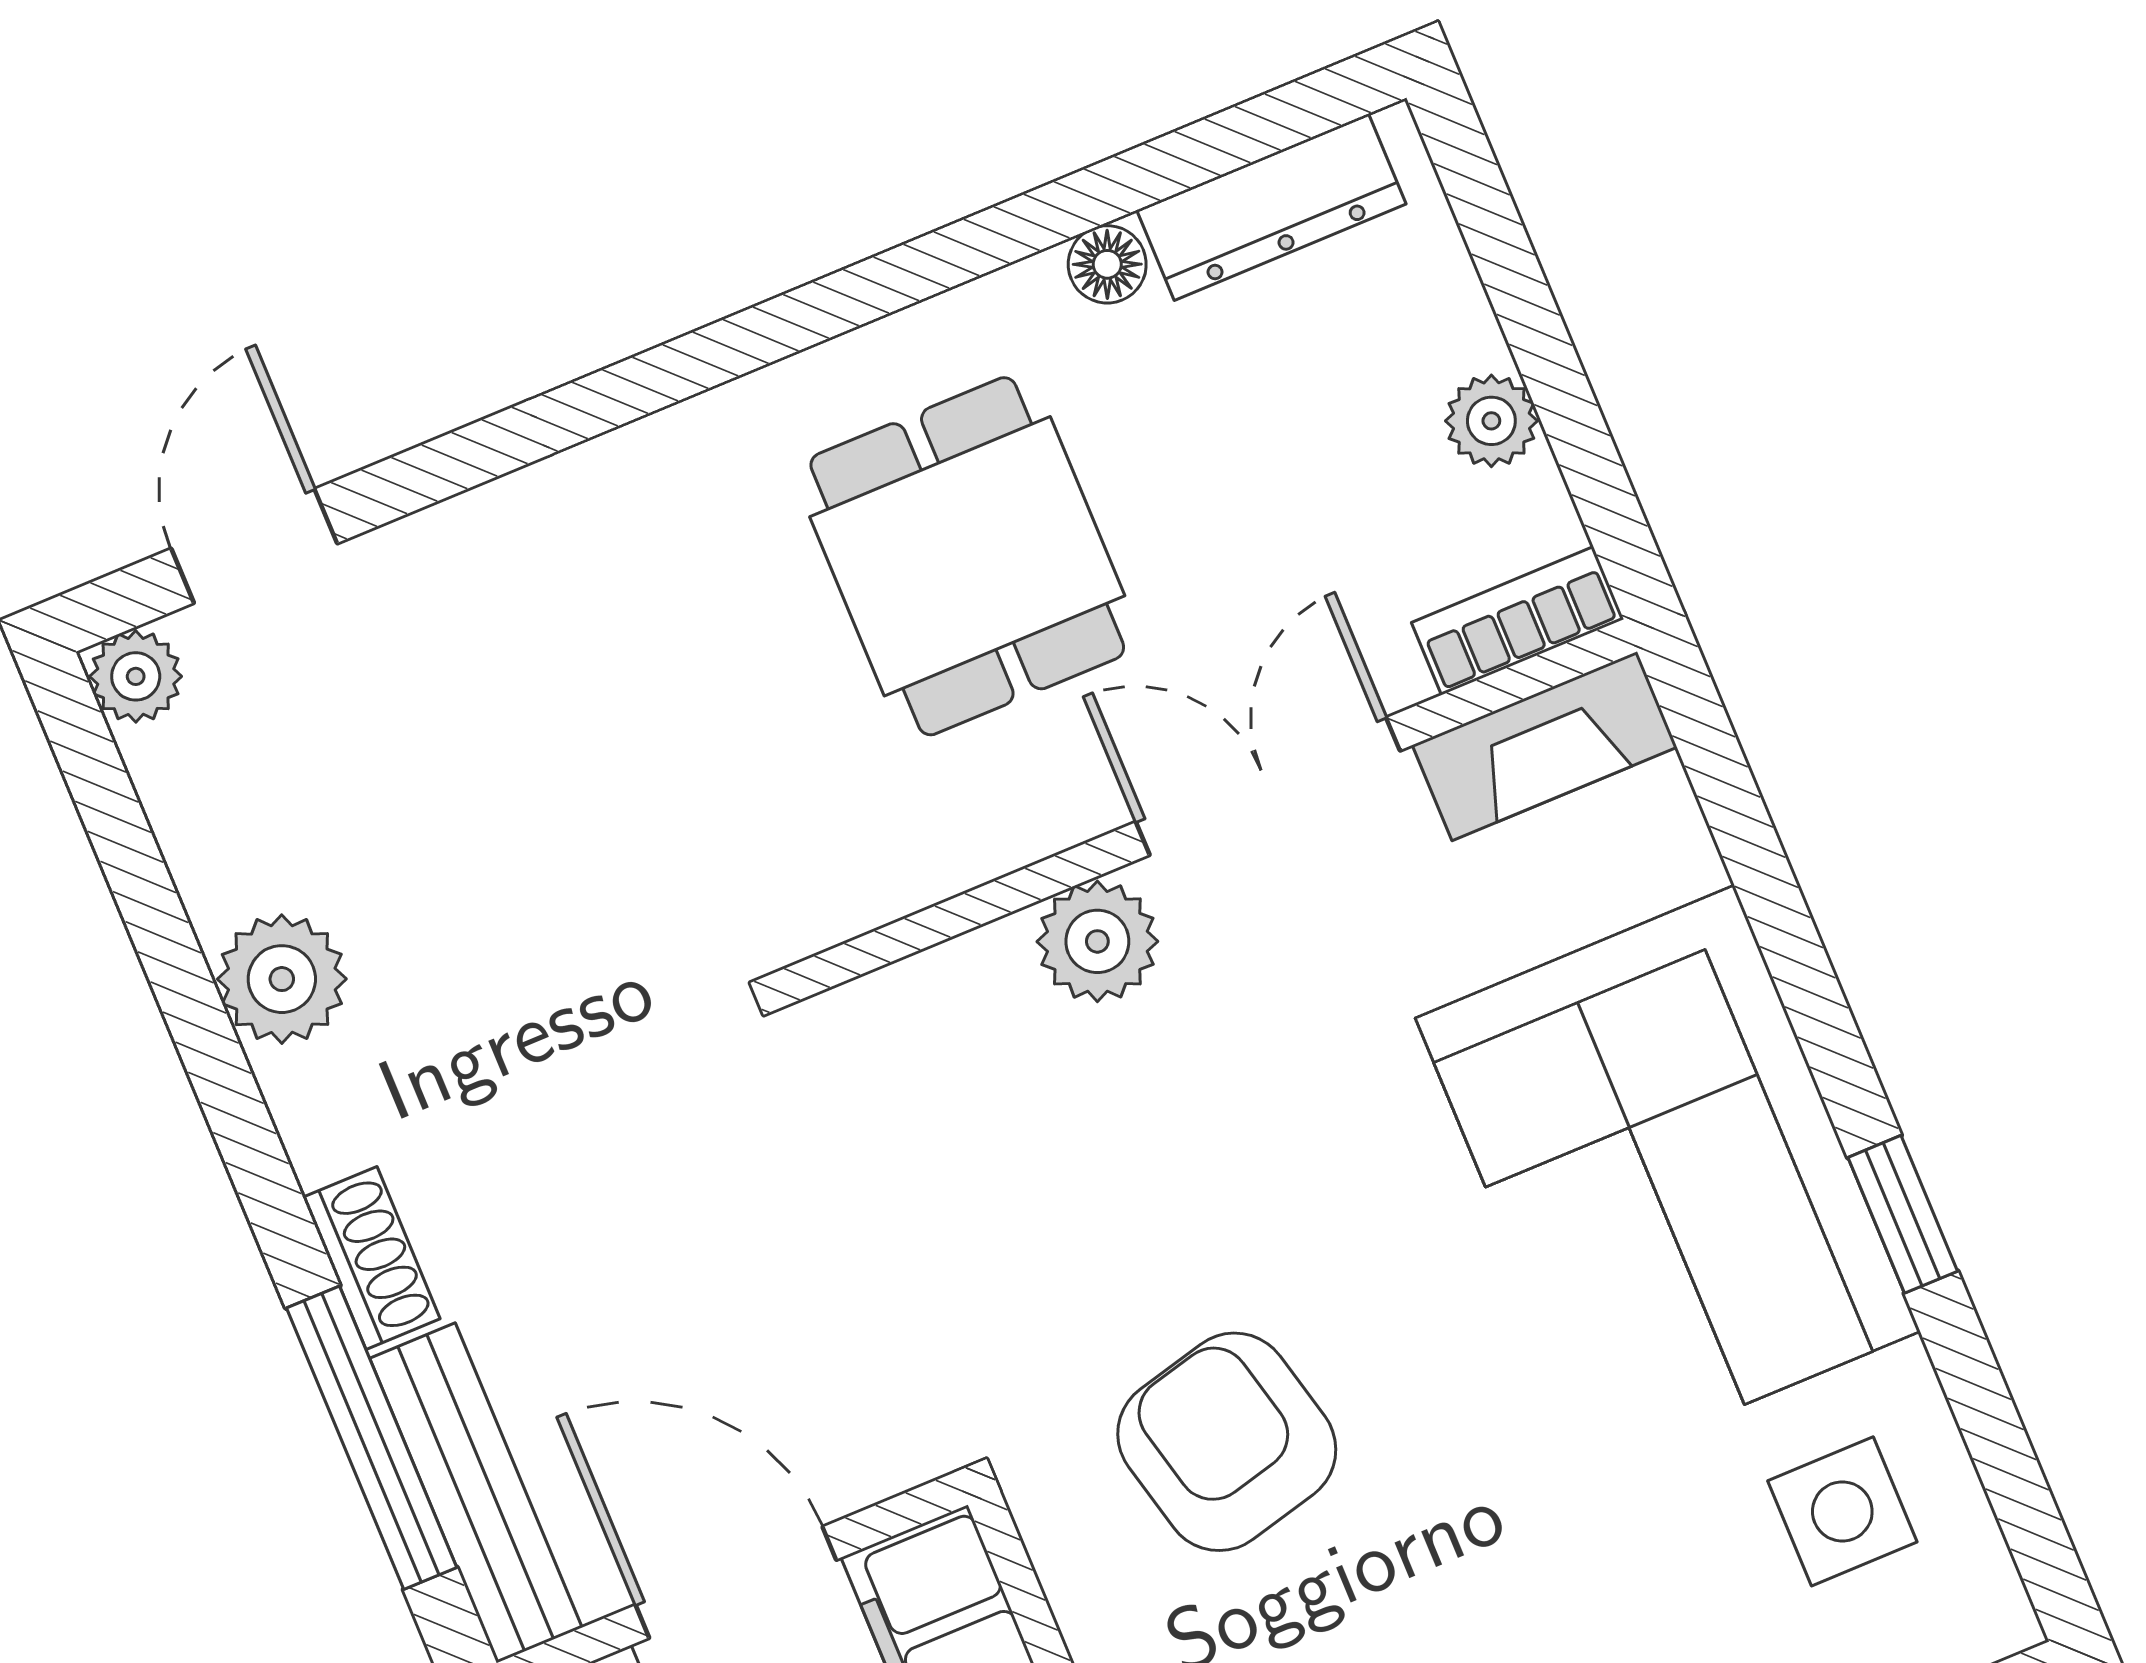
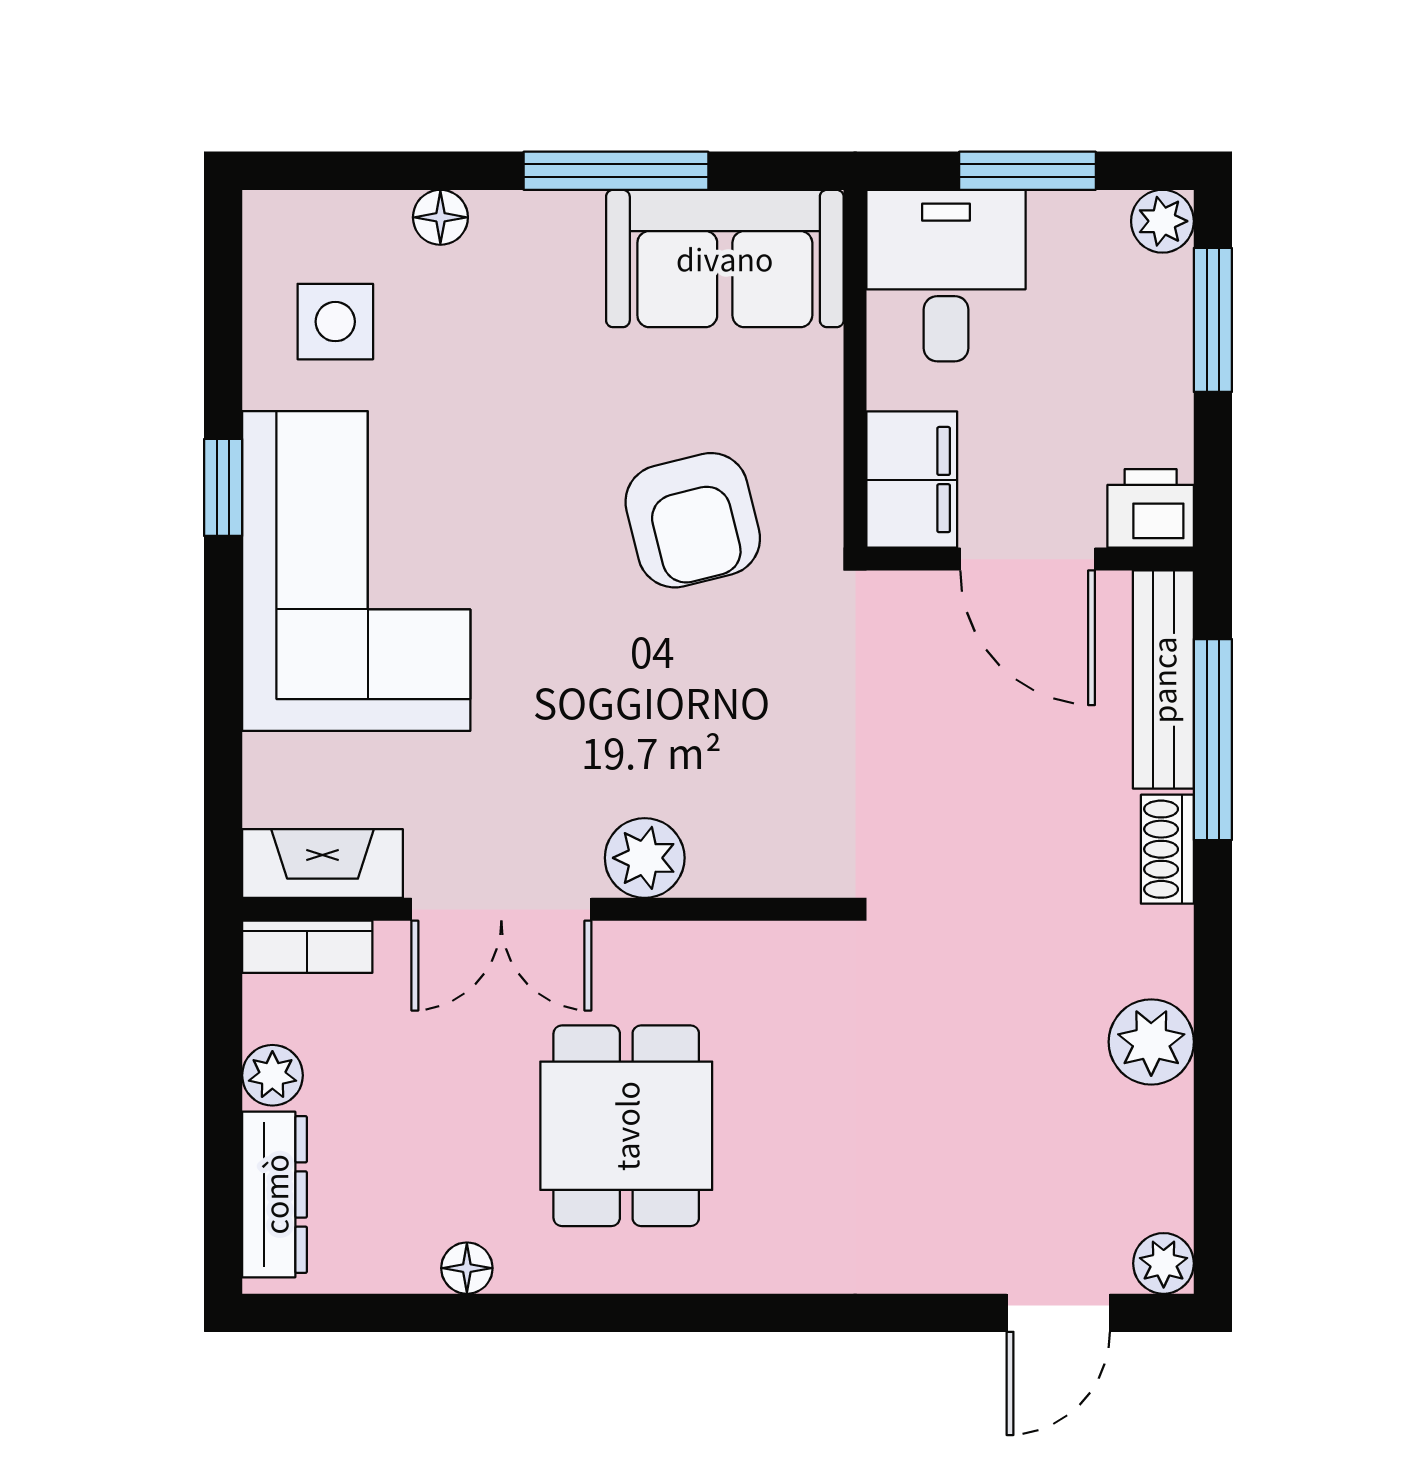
dresser: (1271, 207) -> (275, 1194), moved, turned 90

